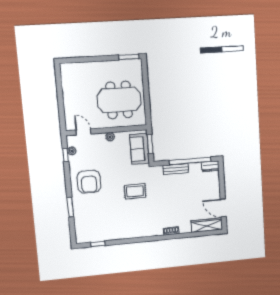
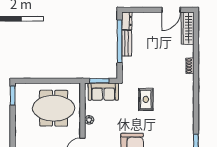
meeting table: (119, 100) -> (54, 108), turned 90
bench: (176, 169) -> (127, 43), moved

